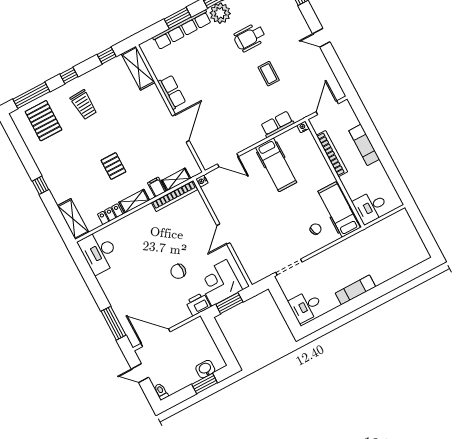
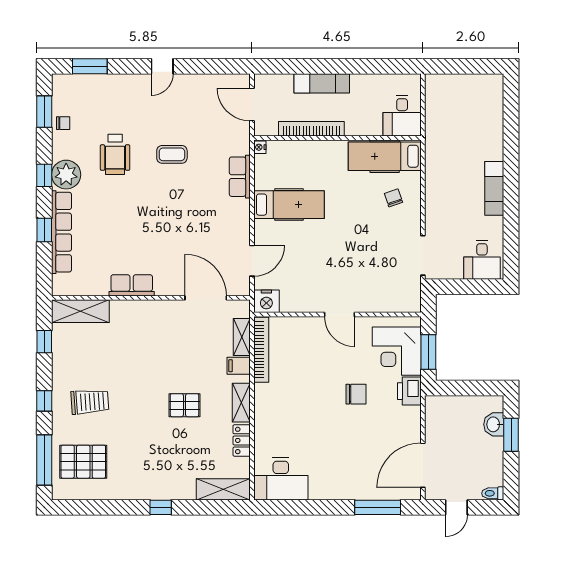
window: (178, 18) -> (44, 230), width x0.67
door: (181, 128) -> (206, 298), moved
nightstand: (202, 181) -> (266, 301), width x1.89, depth x1.79
chair: (178, 271) -> (356, 394), turned -90

